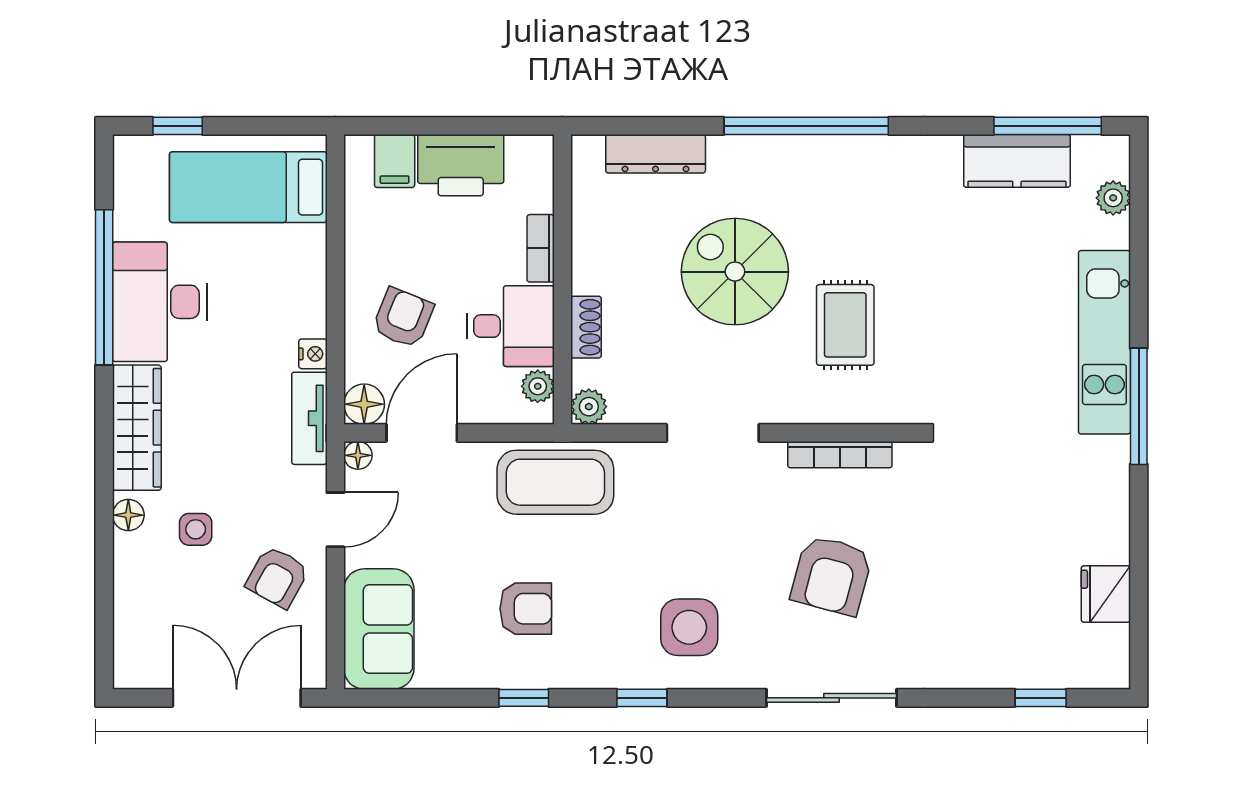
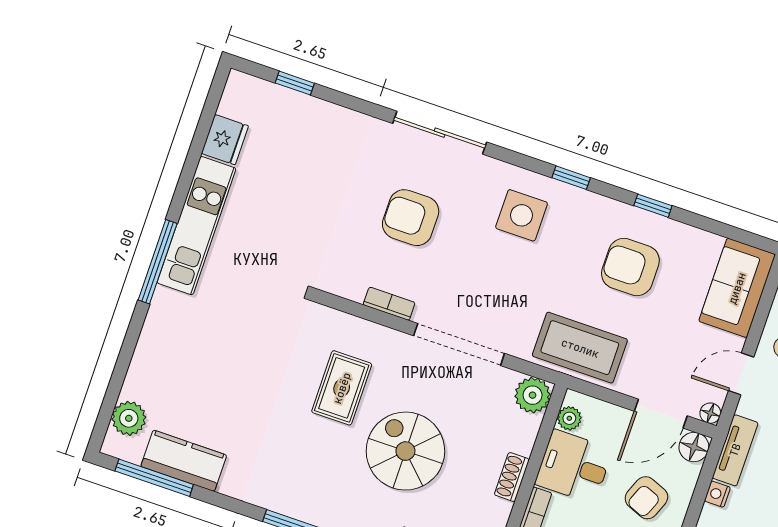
plant: (1113, 198) -> (129, 418), width x1.38, depth x1.38
spiral stairs: (735, 272) -> (405, 451), turned 180
shoe rack: (586, 327) -> (512, 477), moved
kitchen unit: (1104, 342) -> (197, 226), moved
plant: (589, 407) -> (533, 395), width x1.38, depth x1.38
doorway: (713, 433) -> (459, 344), width x1.36
bookcase: (840, 455) -> (389, 304), width x0.64
armchair: (832, 575) -> (411, 218), turned -105
armchair: (526, 609) -> (630, 267), width x1.38, depth x1.38

